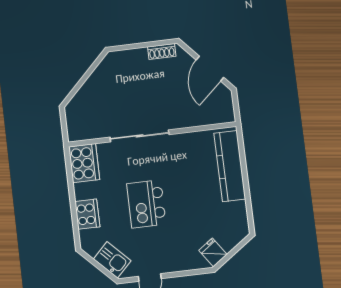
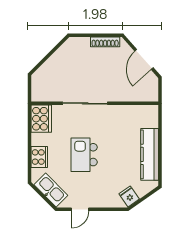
shoe rack: (162, 51) -> (105, 42), width x1.43
kitchen counter: (230, 166) -> (150, 154), moved
kitchen sink: (112, 260) -> (51, 190), width x1.38

